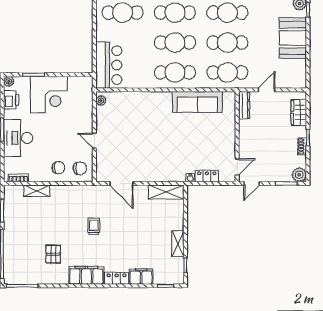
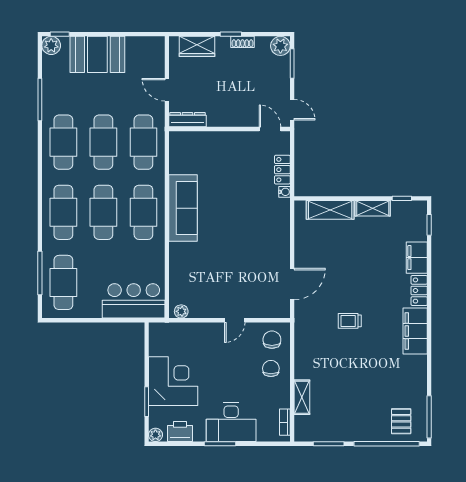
sofa: (197, 102) -> (183, 208), moved
shelving: (166, 192) -> (330, 210), moved, turned 90
pallet: (53, 254) -> (401, 421), moved, turned 90

